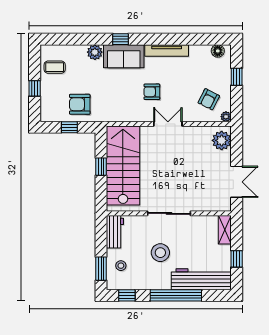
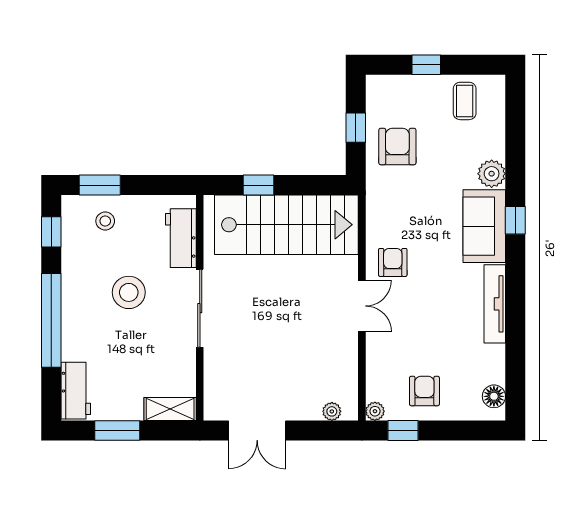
window: (237, 77) -> (403, 431), moved
armchair: (152, 92) -> (393, 262), moved
armchair: (209, 99) -> (424, 391), moved, turned 63
plant: (222, 140) -> (332, 411), width x0.53, depth x0.53
window: (101, 167) -> (258, 185), moved
workbench: (115, 232) -> (181, 238), moved, turned 90
window: (237, 259) -> (117, 431), width x1.50
workbench: (201, 279) -> (76, 391), width x0.53, depth x0.76

